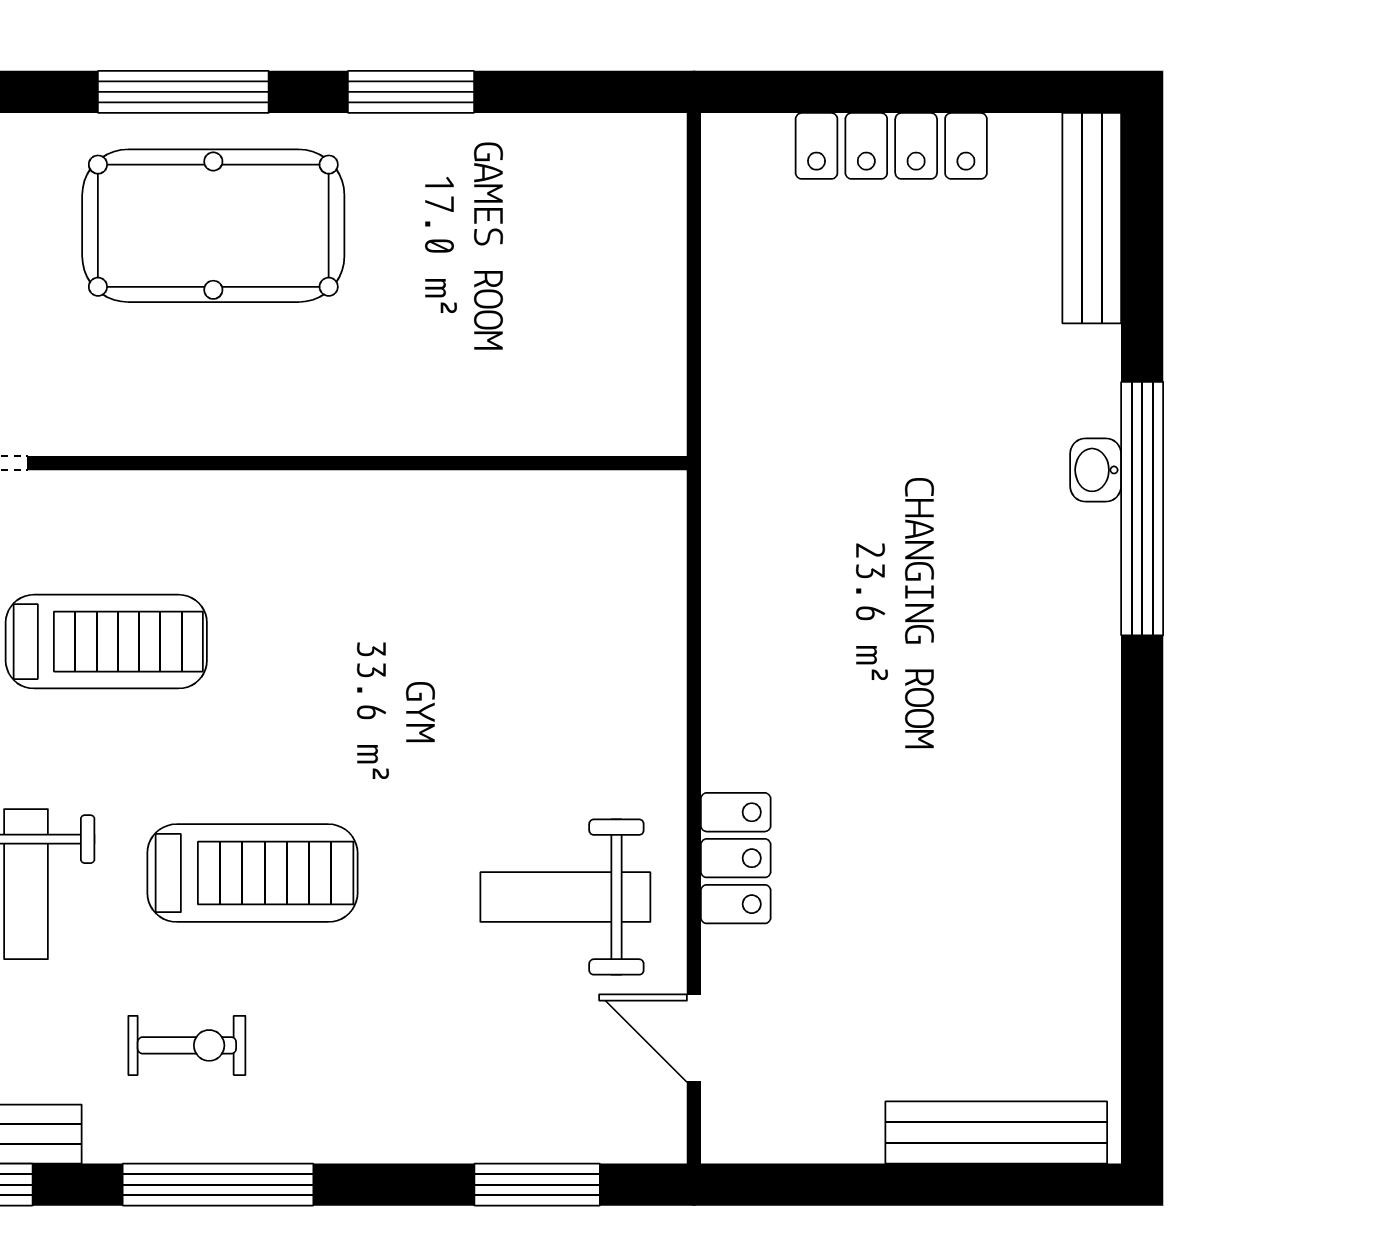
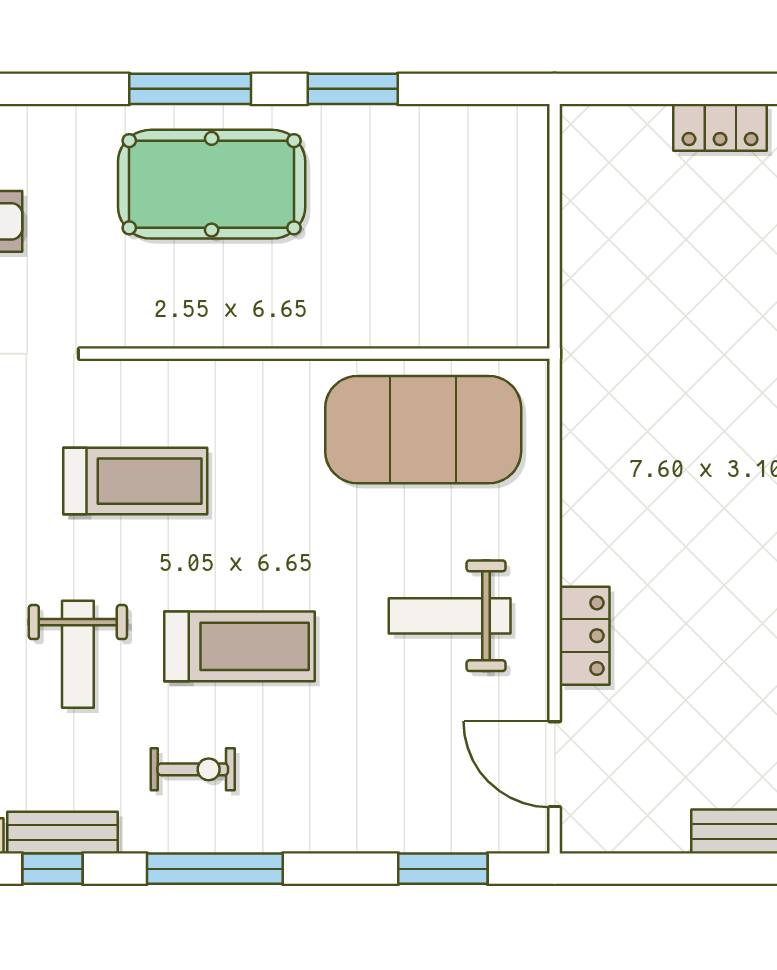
locker: (891, 146) -> (720, 127), width x0.66
exercise mat: (510, 569) -> (423, 430), added
weight bench: (565, 897) -> (450, 616), moved
door: (694, 1038) -> (555, 764), width x1.38

